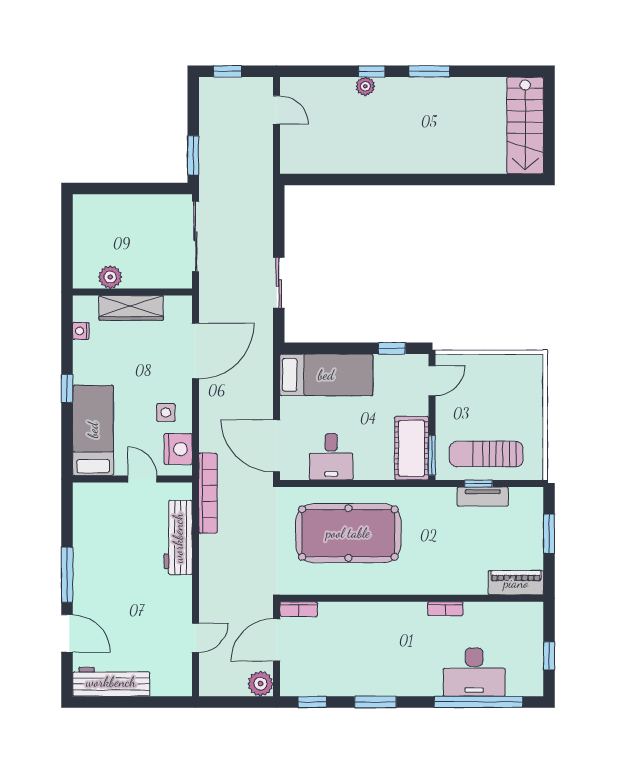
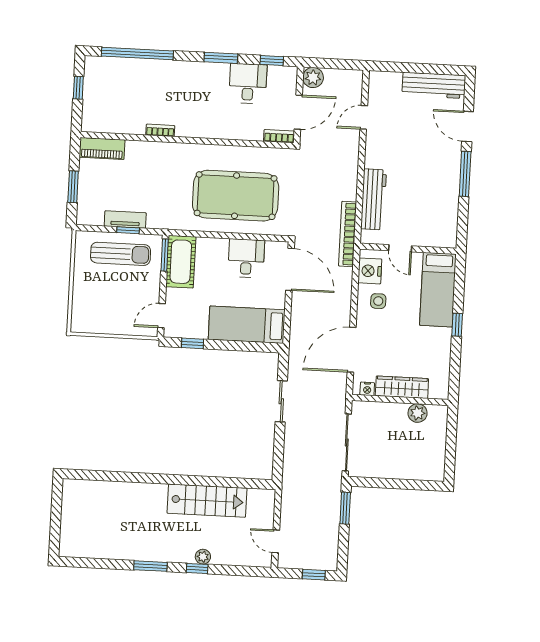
stairs: (525, 126) -> (207, 501), moved, turned 90
nightstand: (81, 331) -> (367, 389), moved, turned 90
desk: (474, 672) -> (248, 84), moved, width x0.73

